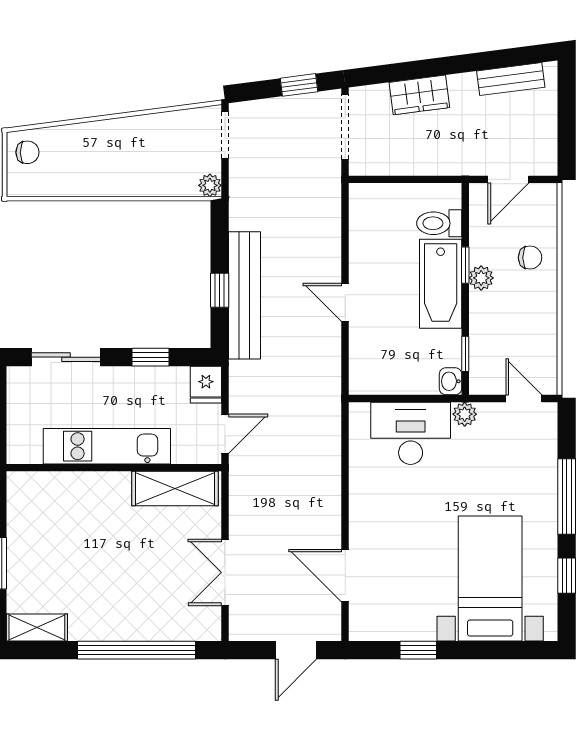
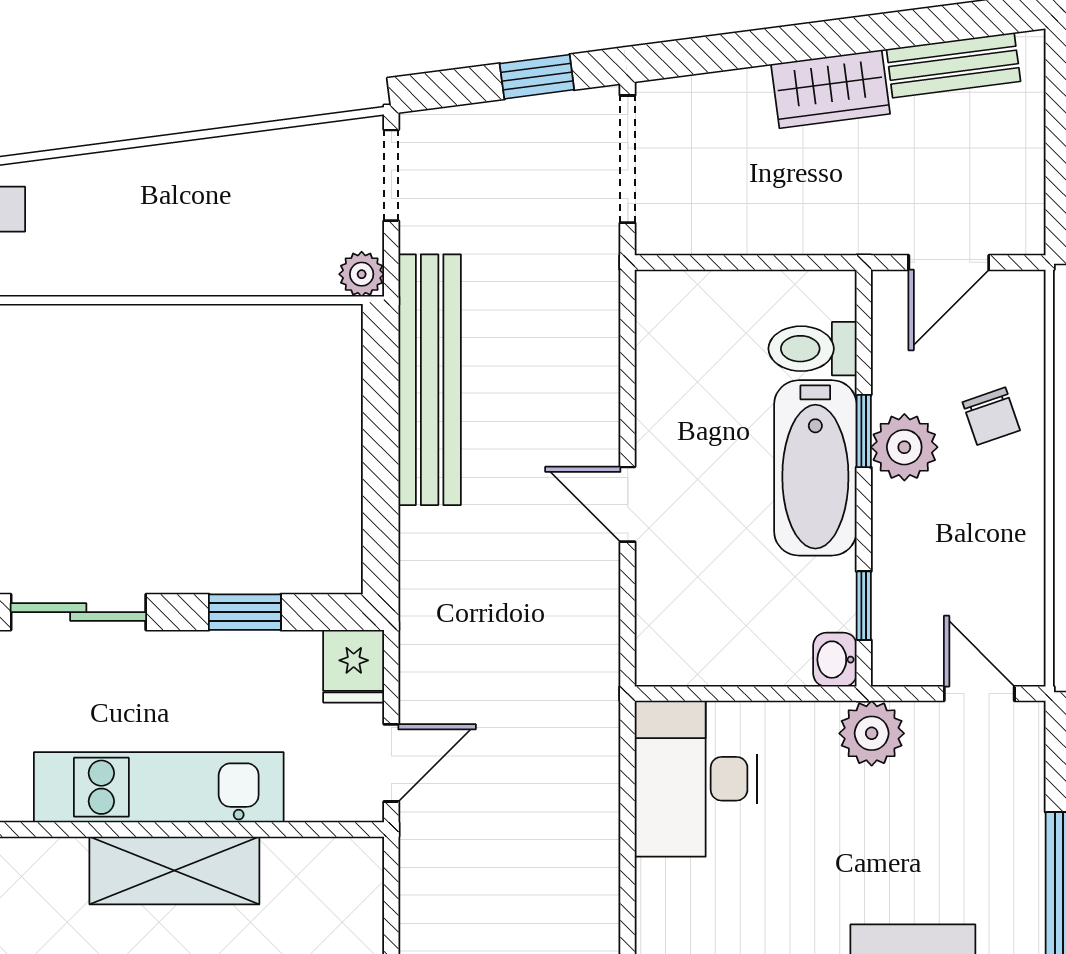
wardrobe: (419, 95) -> (831, 89), moved
chair: (530, 258) -> (991, 416), turned 71
plant: (481, 278) -> (904, 447), width x1.38, depth x1.38
window: (220, 290) -> (381, 481), removed
bench: (244, 295) -> (430, 380), moved
plant: (465, 414) -> (872, 733), width x1.38, depth x1.38
desk: (411, 433) -> (696, 779), moved, turned -90
shelving: (175, 489) -> (174, 871), moved

